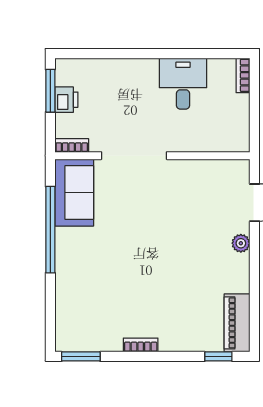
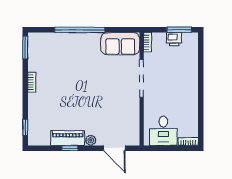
desk: (183, 84) -> (163, 131), moved, turned 90
window: (50, 230) -> (80, 30), moved
window: (254, 279) -> (70, 148), added
piano: (237, 323) -> (68, 138), moved

